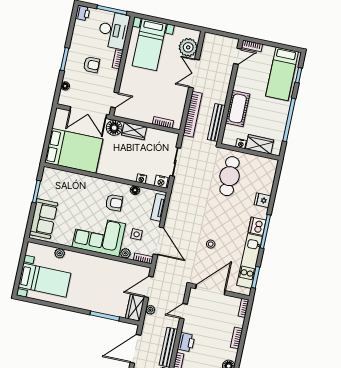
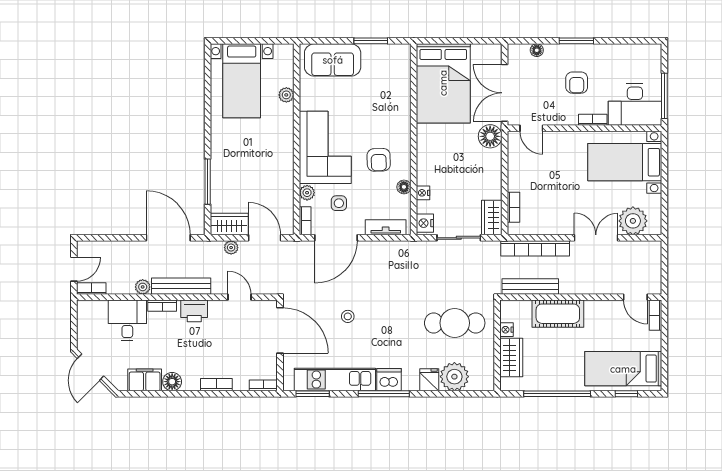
printer: (83, 13) -> (651, 53), removed
wardrobe: (134, 131) -> (492, 218), moved
plant: (264, 184) -> (454, 377), added

